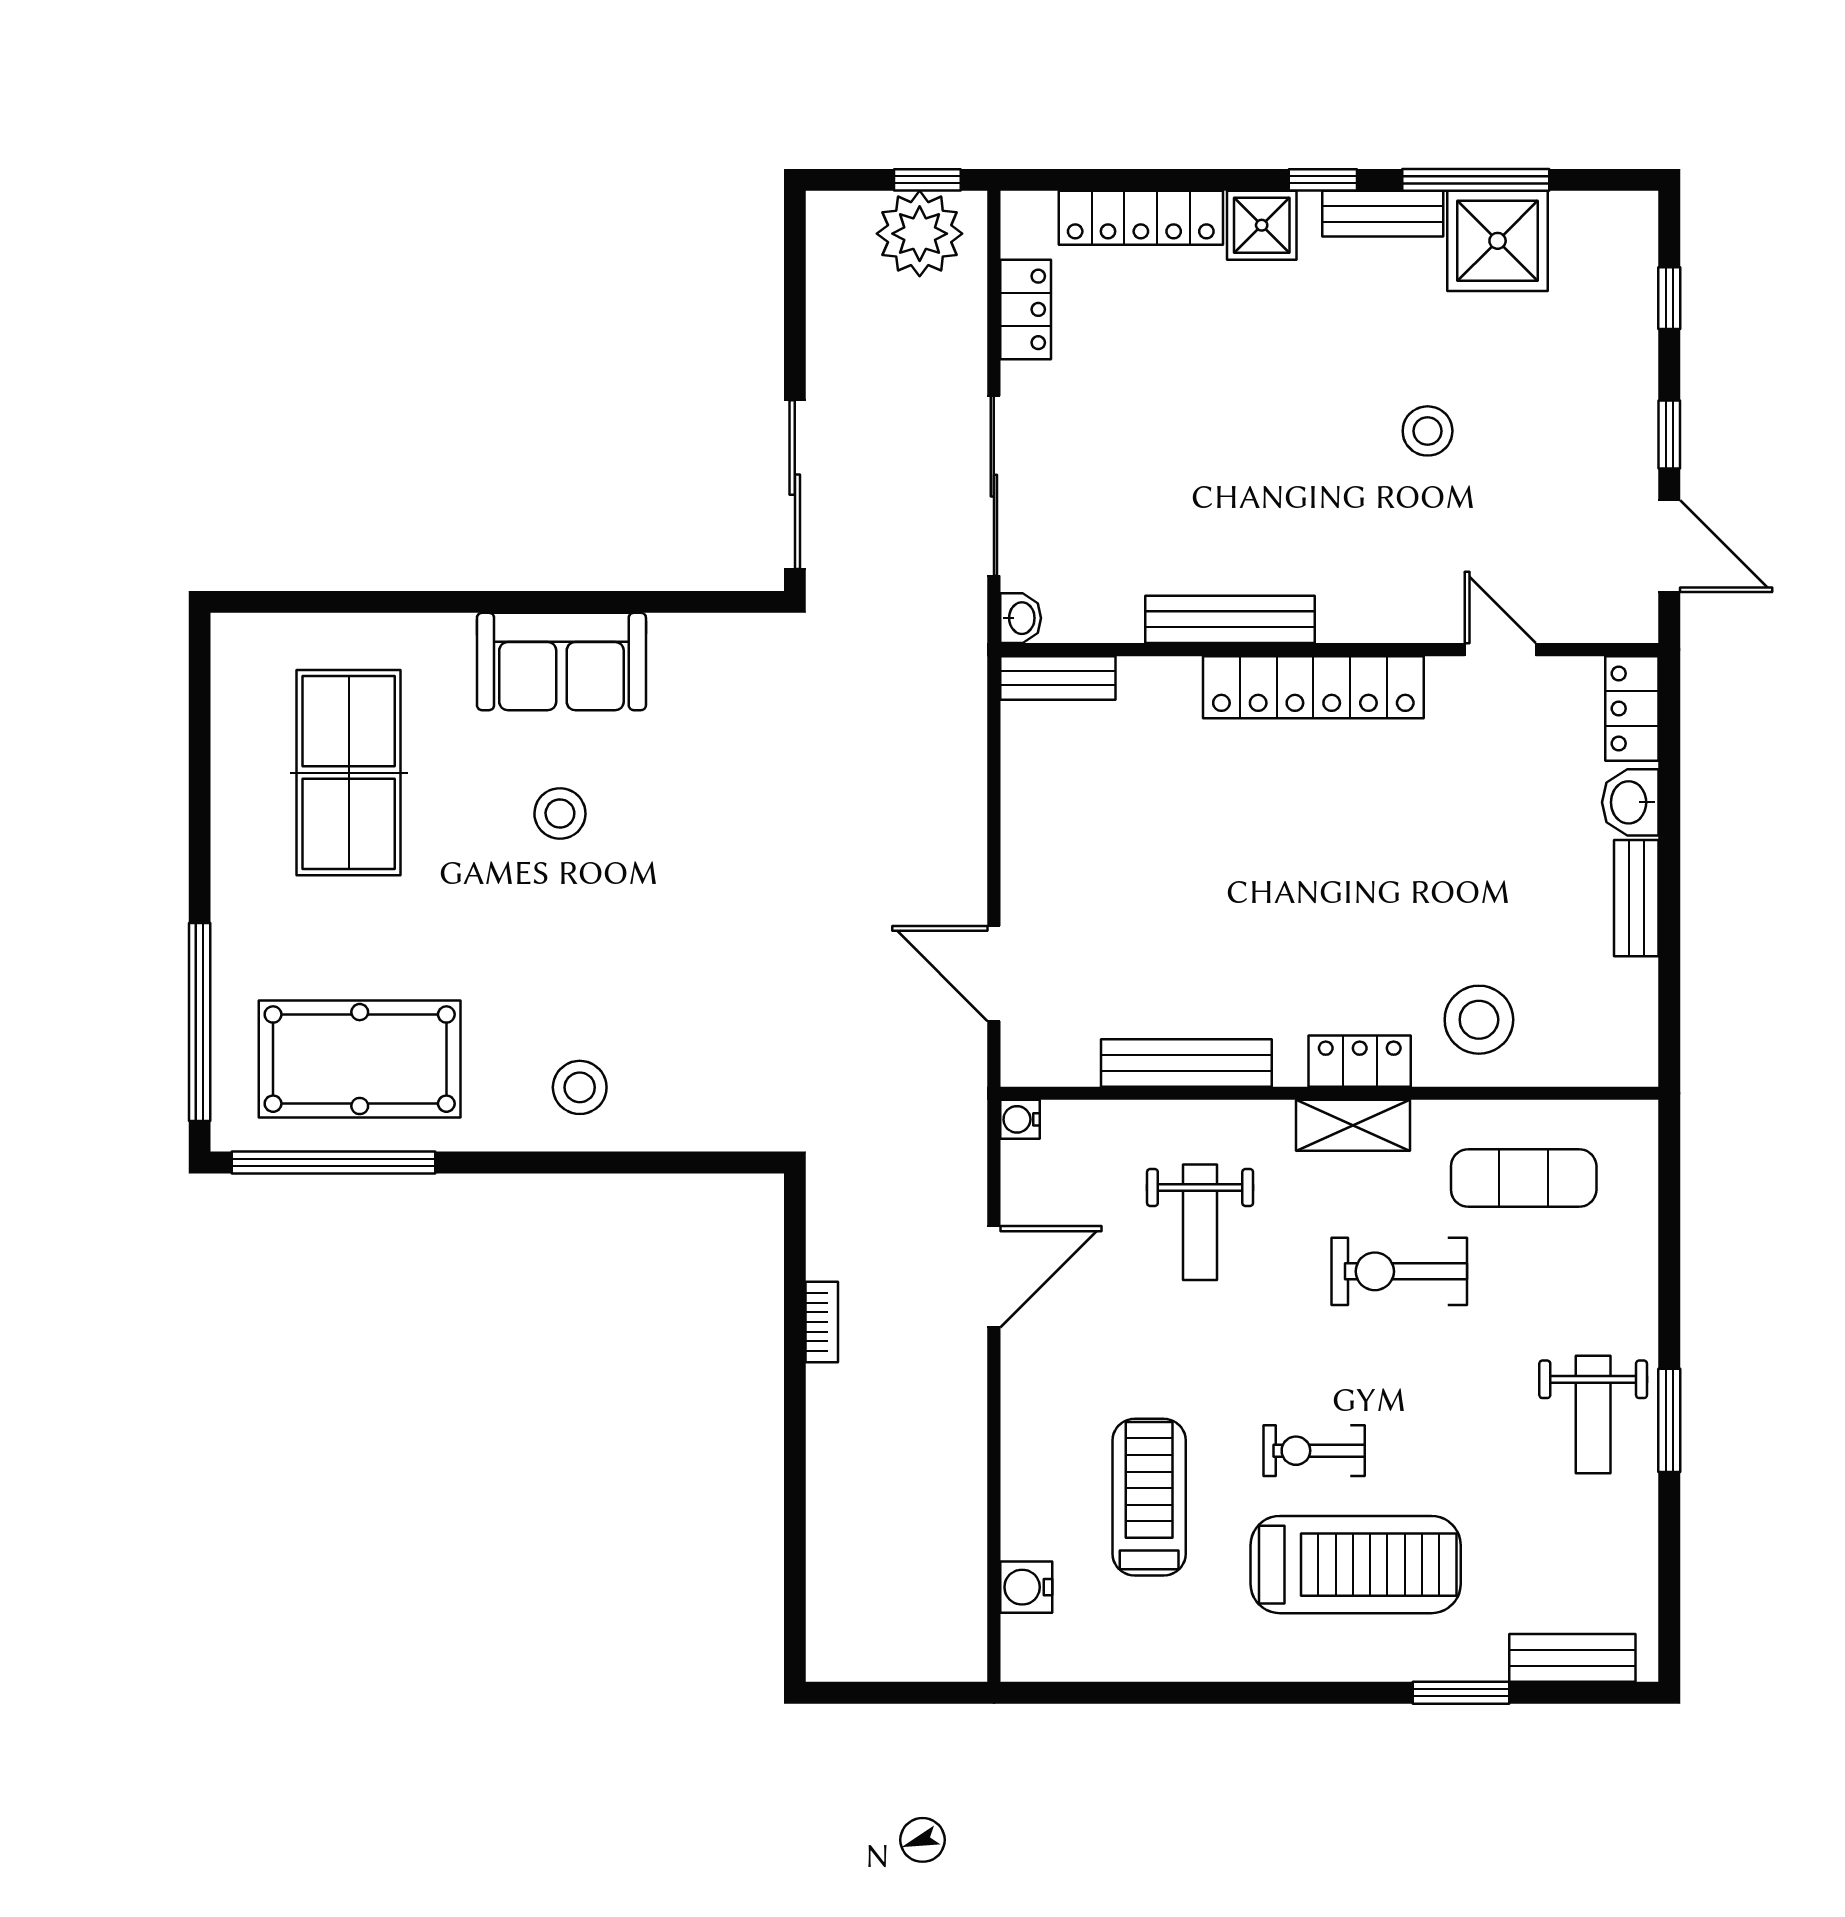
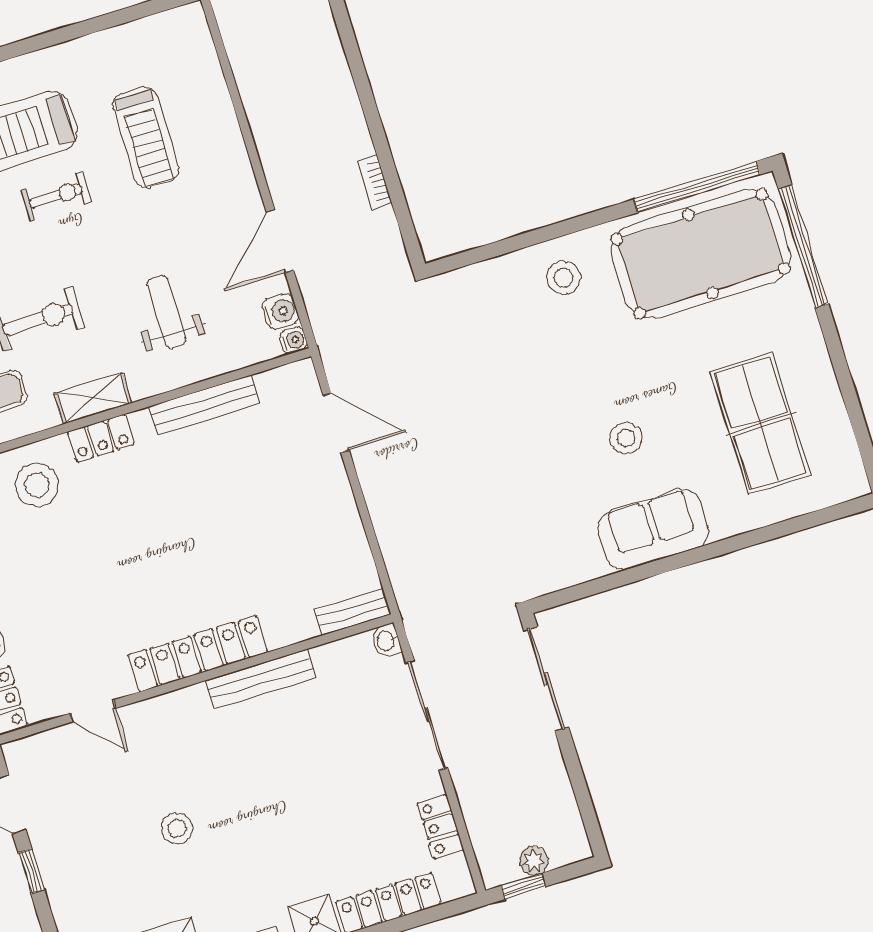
plant: (920, 234) -> (534, 861), width x0.53, depth x0.53
pool table: (360, 1059) -> (701, 254), width x1.36, depth x1.32
water cooler: (1026, 1587) -> (281, 312), moved

